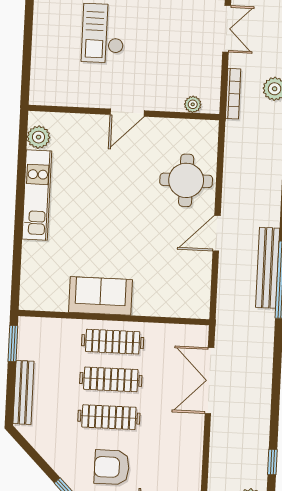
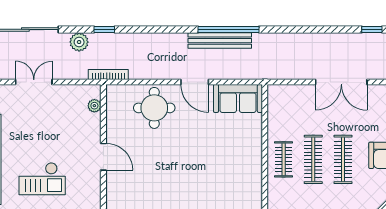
bookcase: (233, 94) -> (108, 74), moved
sofa: (101, 296) -> (238, 98), moved, turned -90
clothes rail: (113, 342) -> (284, 159), width x0.73
double door: (209, 381) -> (341, 82), moved

